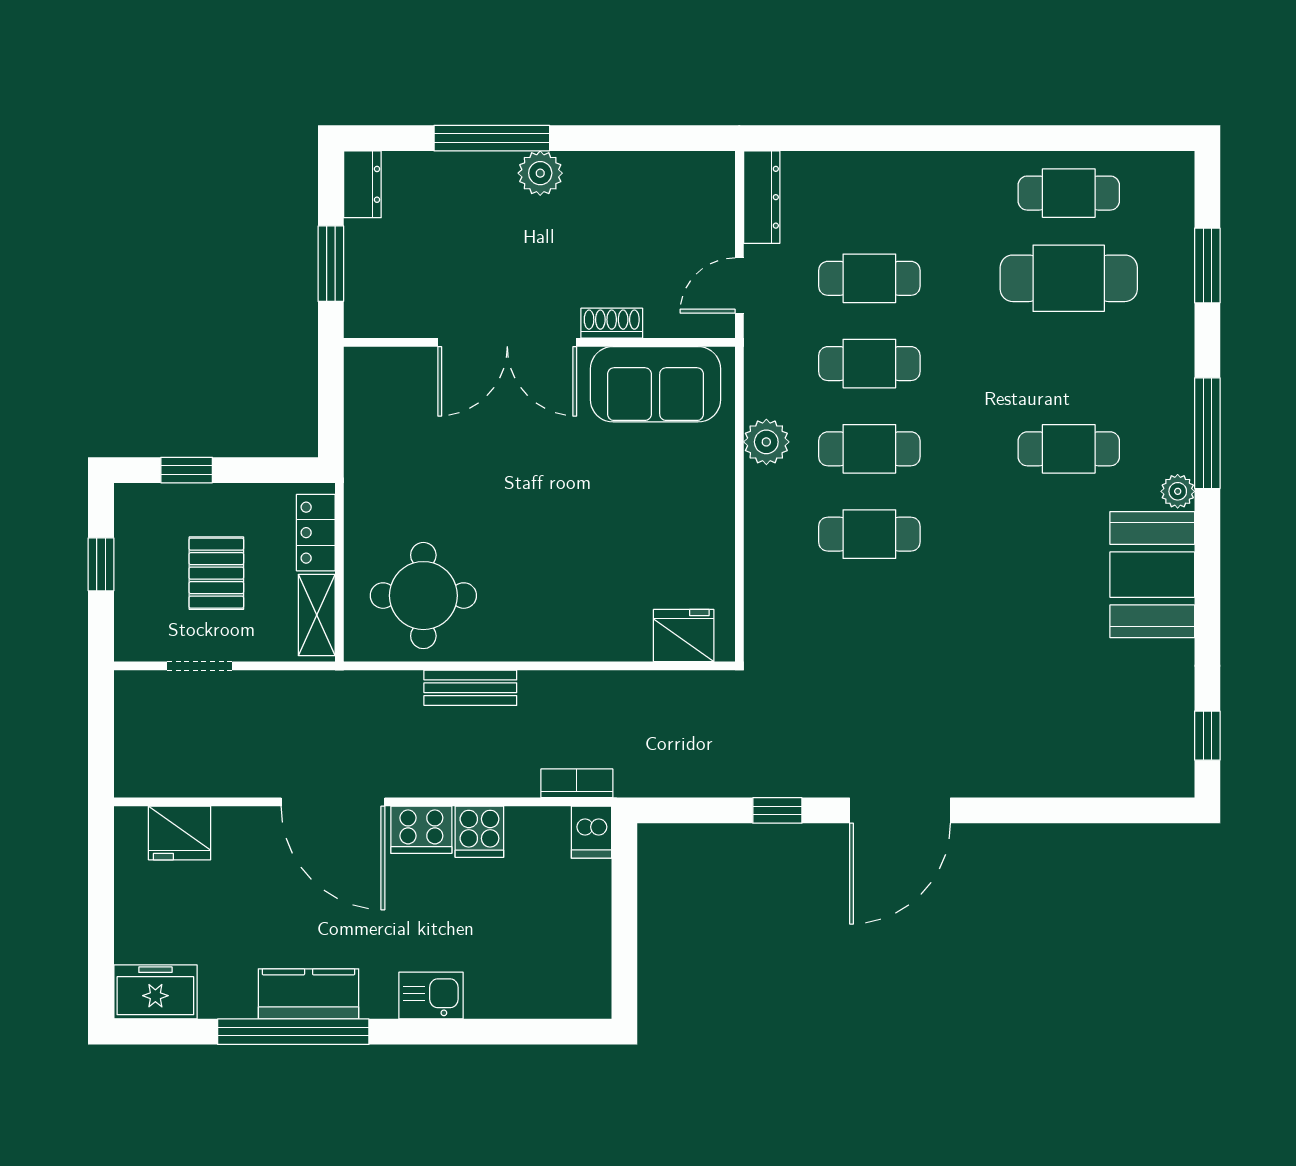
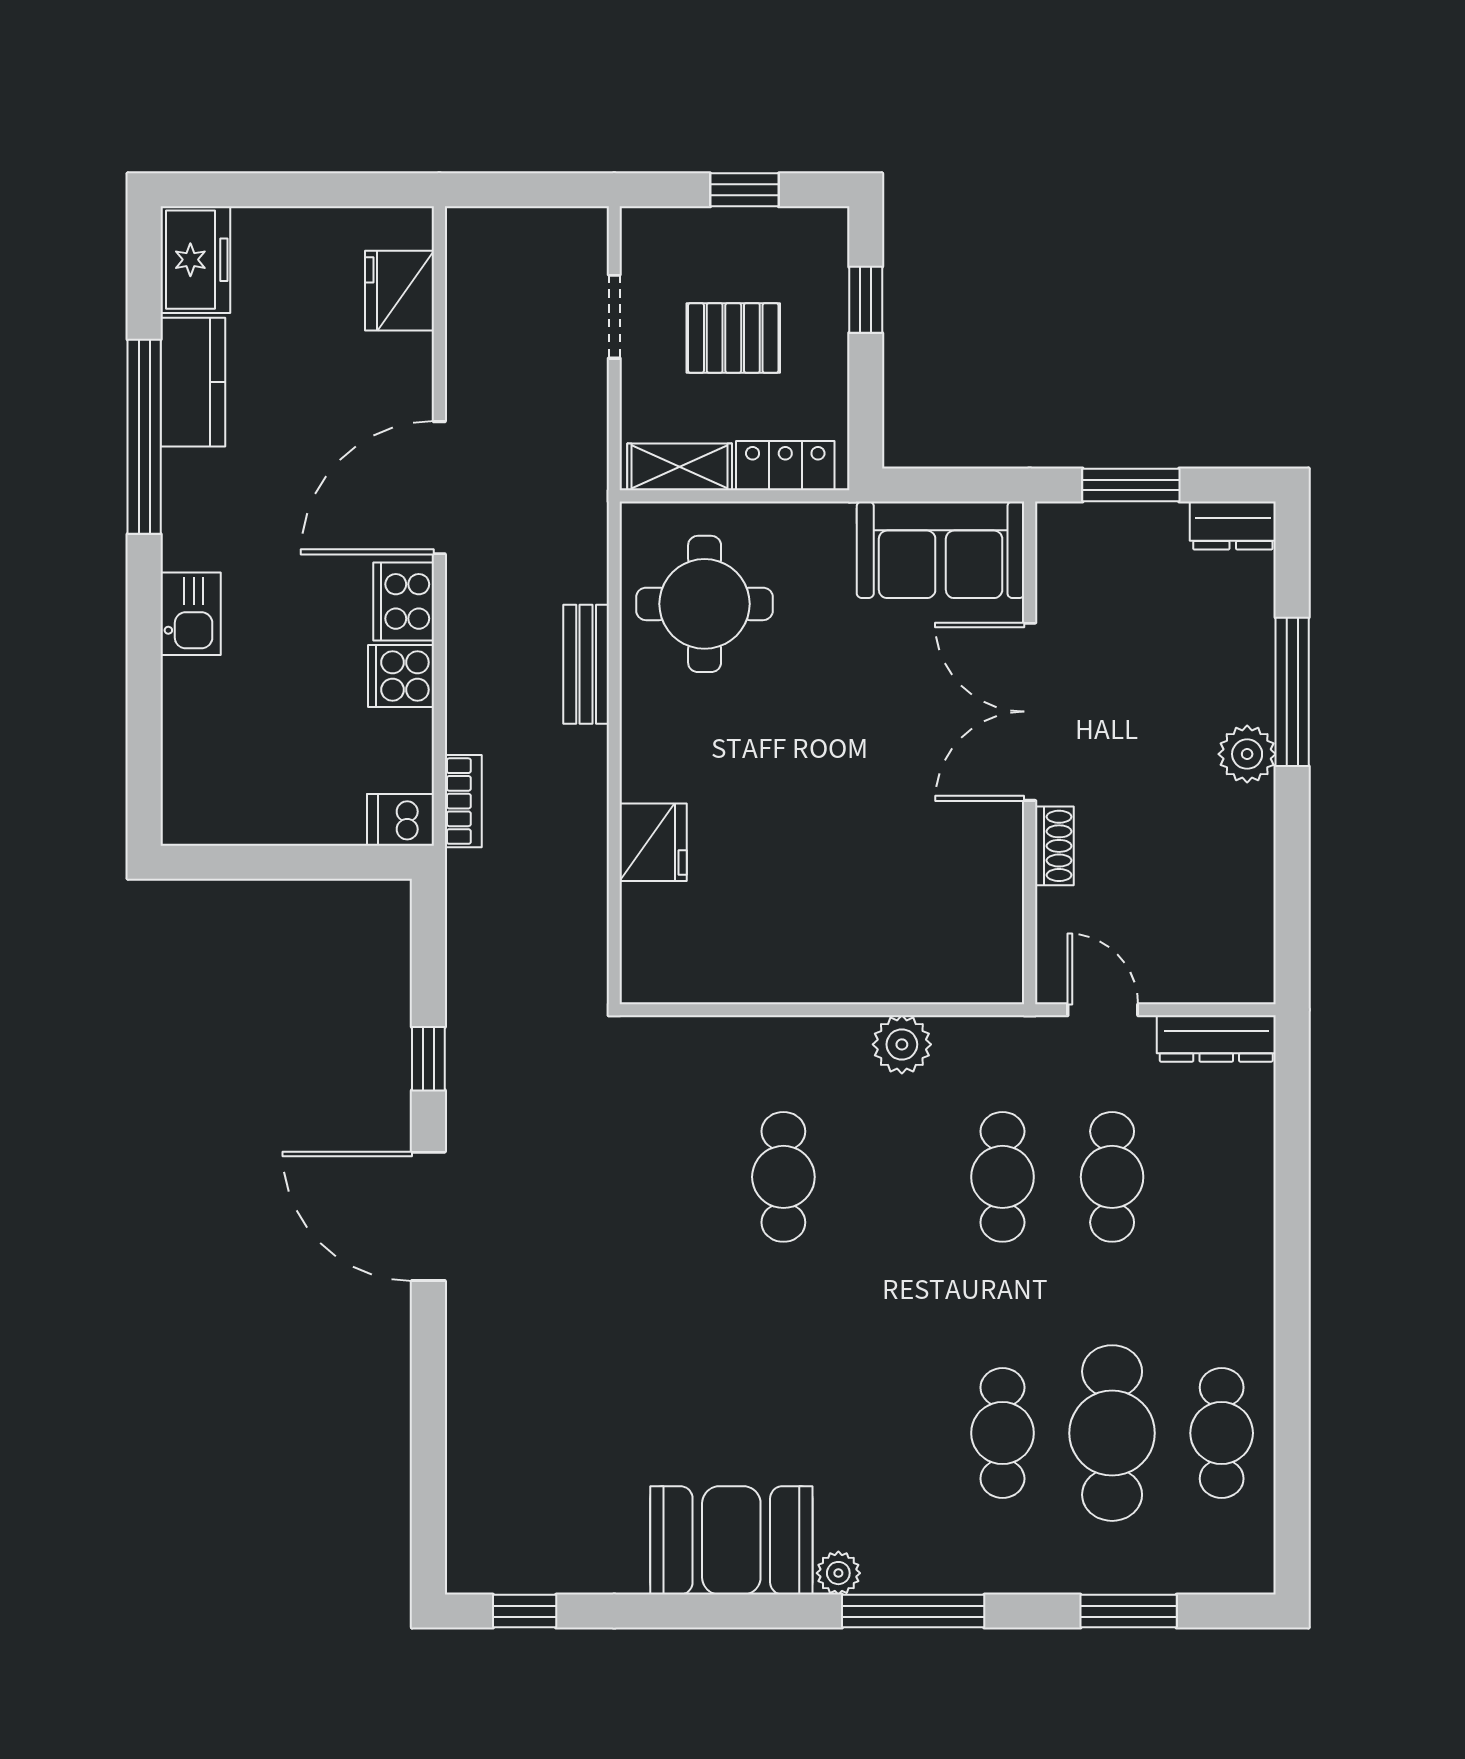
sofa: (656, 384) -> (941, 550), moved, turned -90
cafe table: (869, 449) -> (893, 1177), removed
cafe table: (1069, 449) -> (1002, 1433), moved
fridge: (684, 635) -> (653, 842), moved
kitchen counter: (309, 994) -> (193, 382), moved

